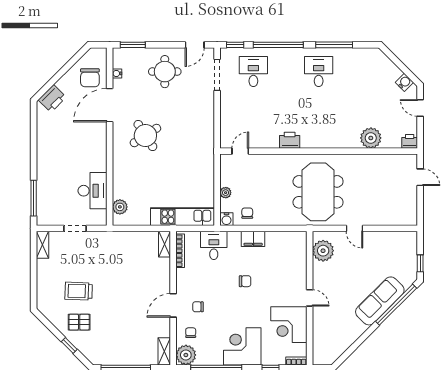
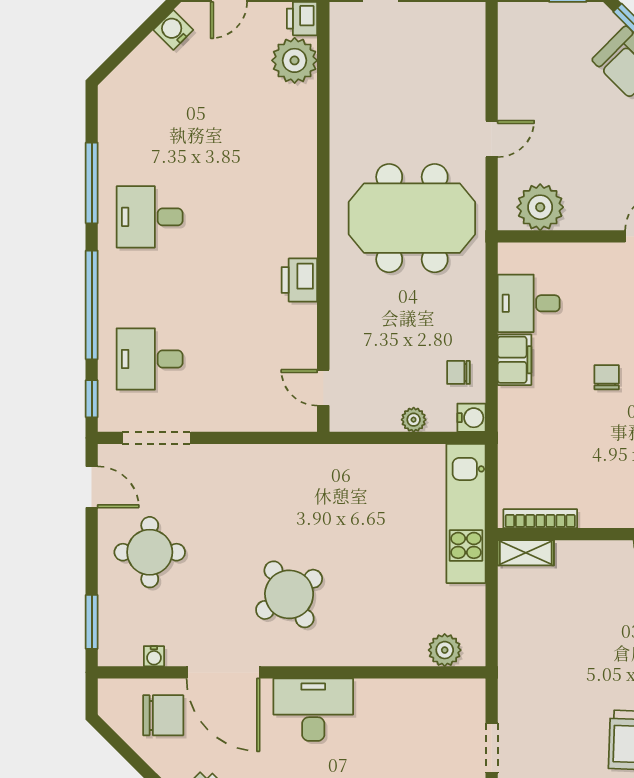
plant: (371, 138) -> (295, 60), moved
desk: (93, 191) -> (313, 710), moved
desk: (214, 245) -> (529, 303), moved

